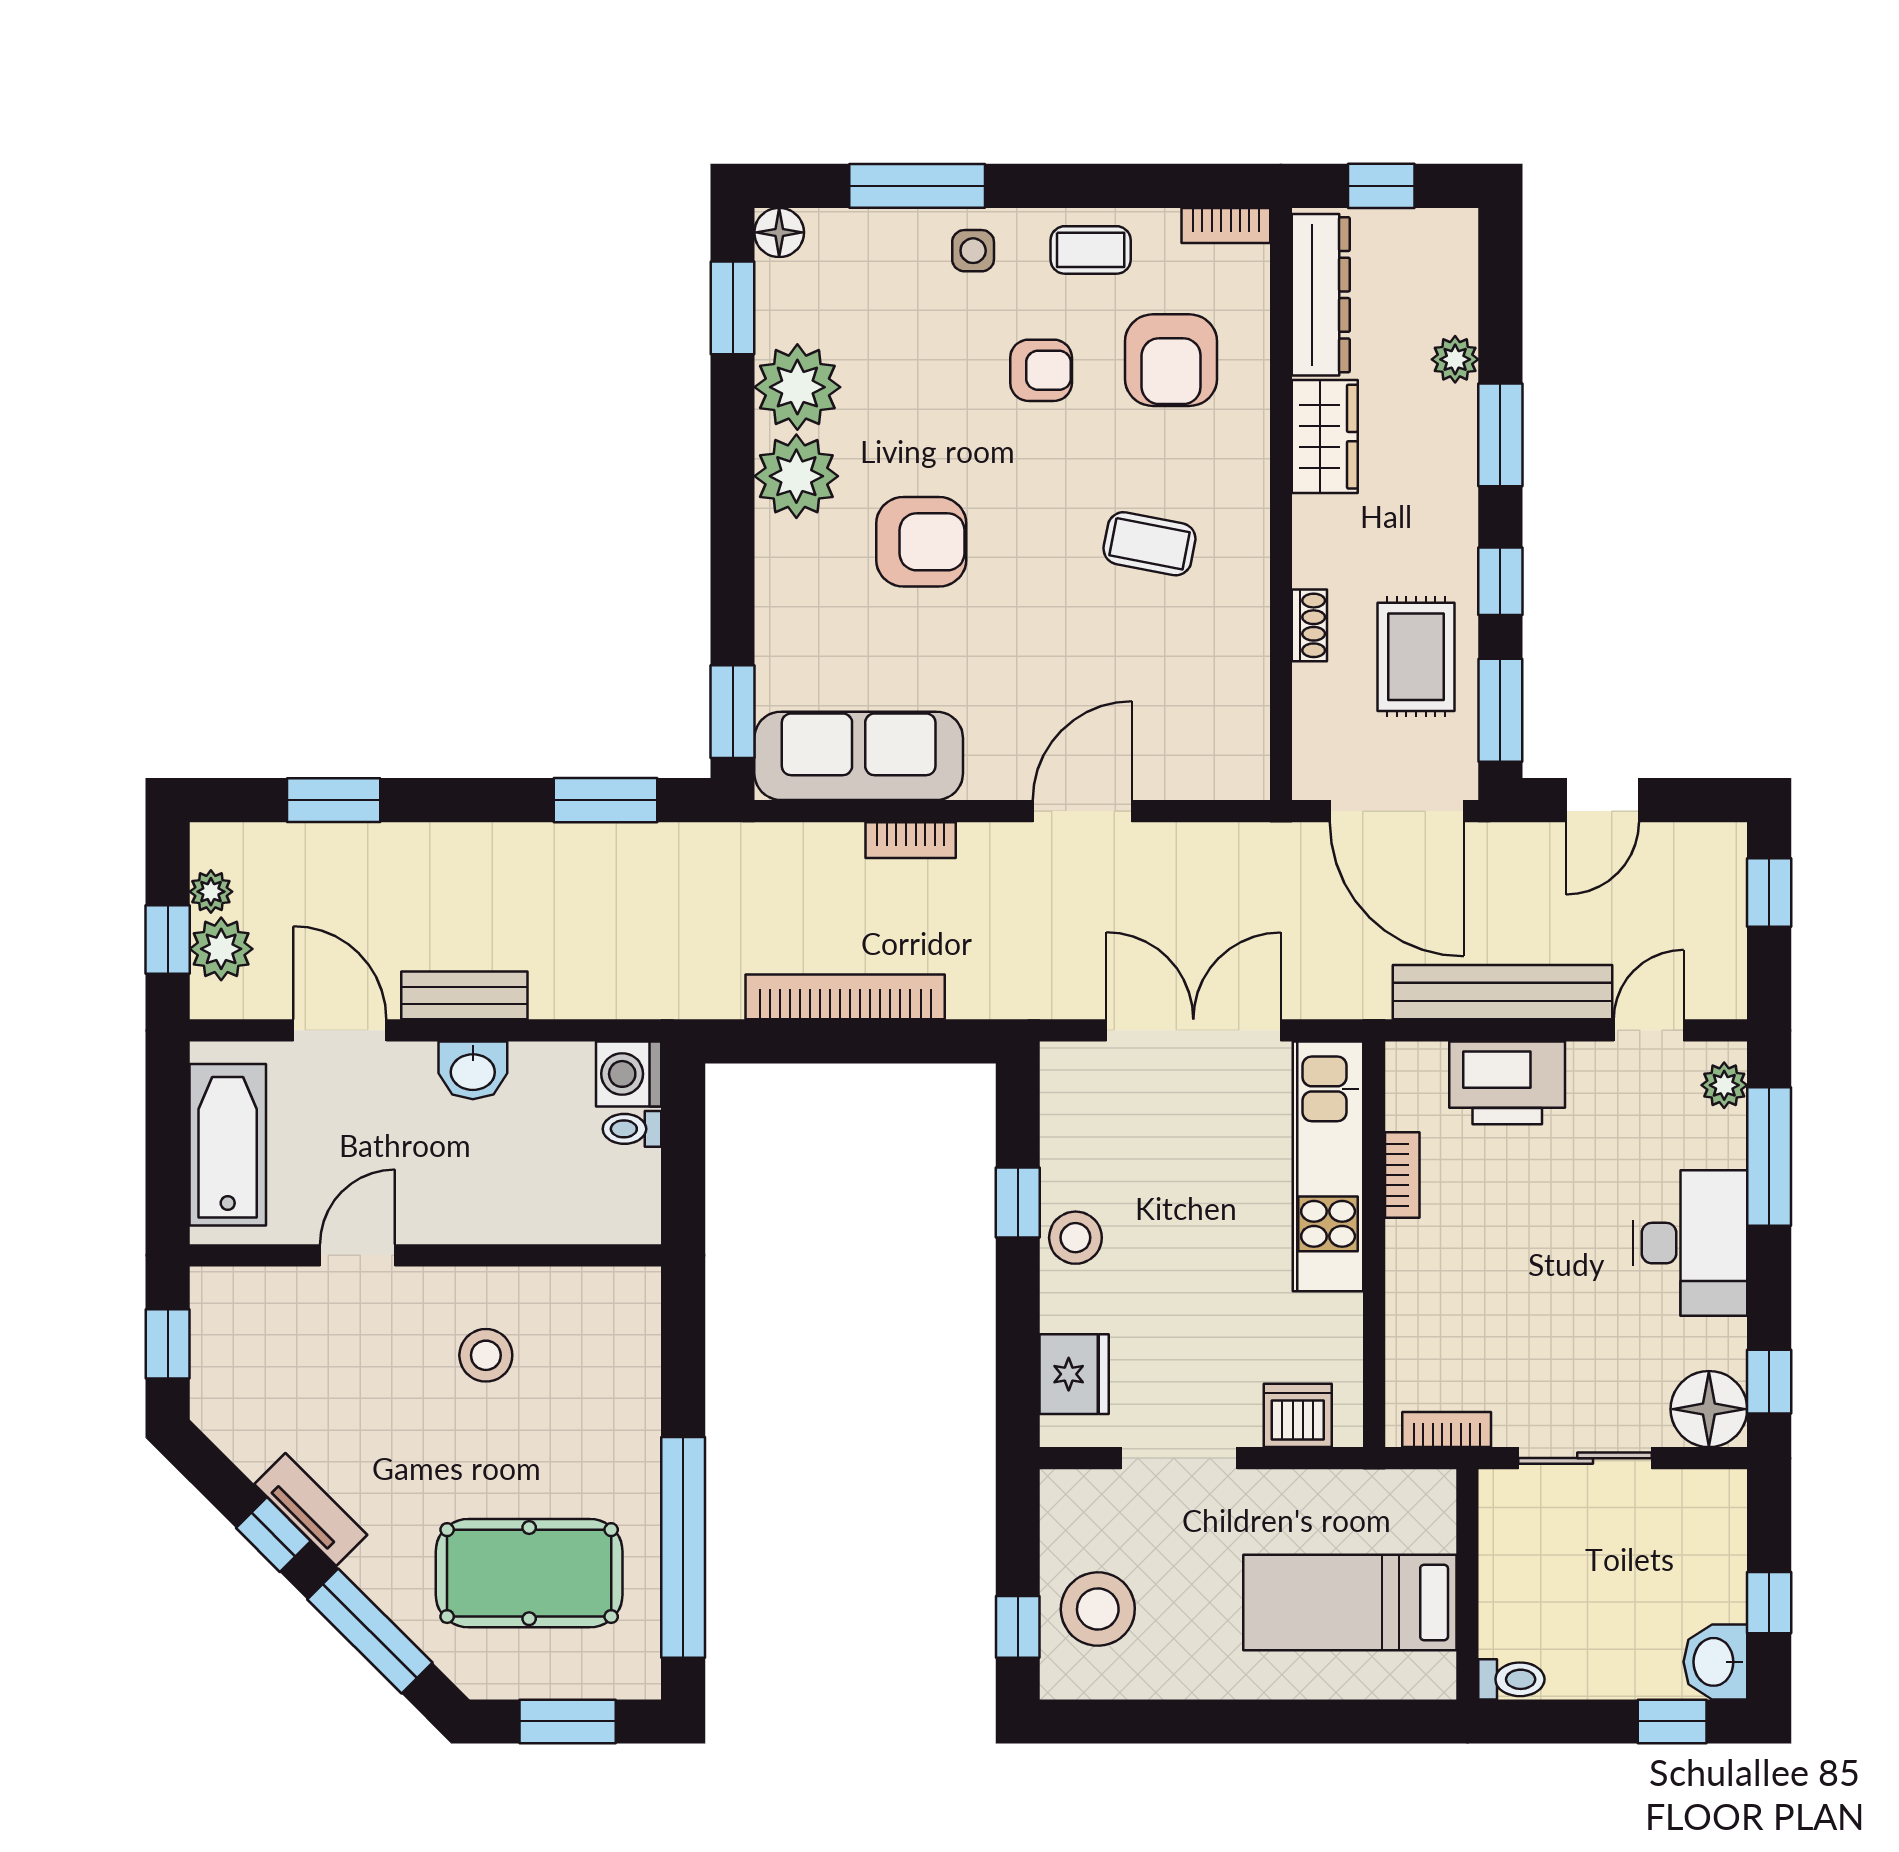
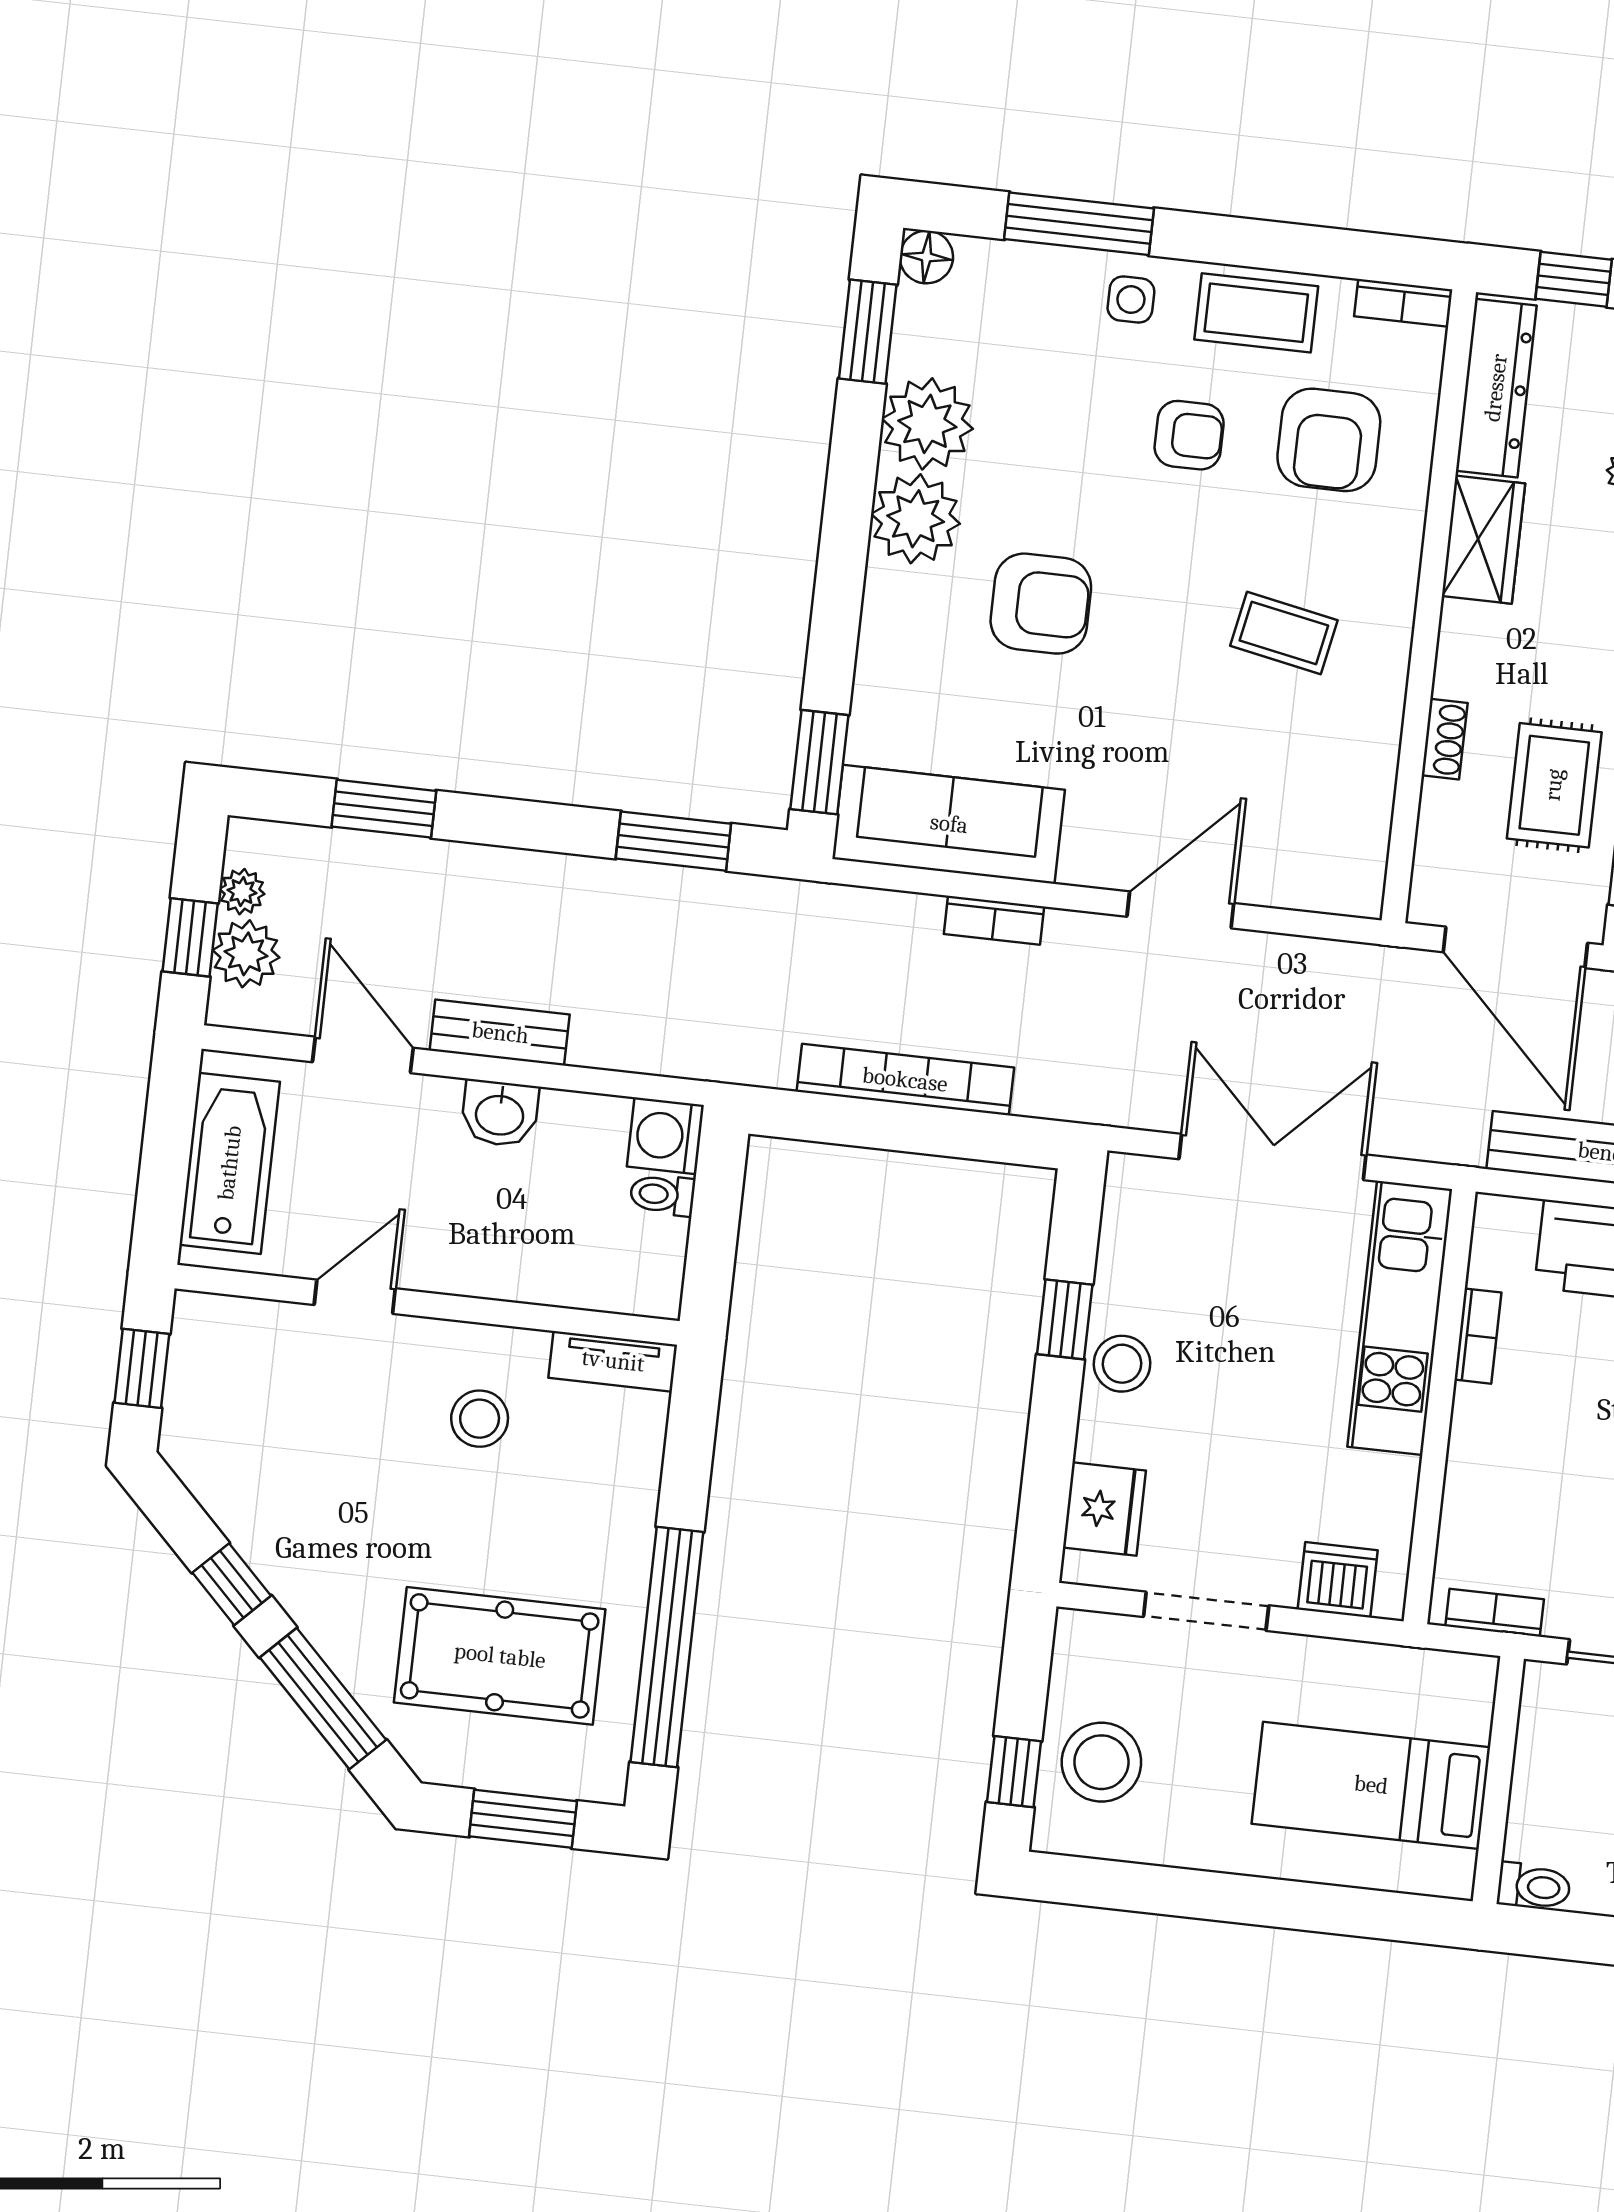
coffee table: (1091, 250) -> (1256, 313), width x1.36, depth x1.30
tv unit: (311, 1510) -> (613, 1361), moved, turned 135

